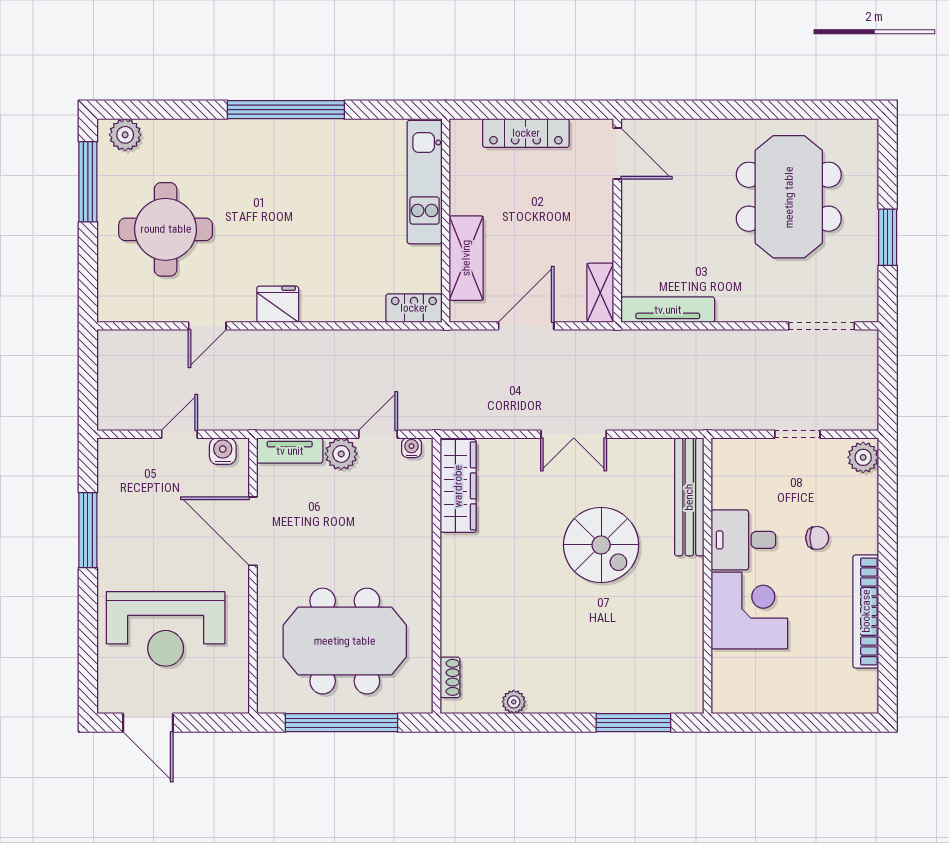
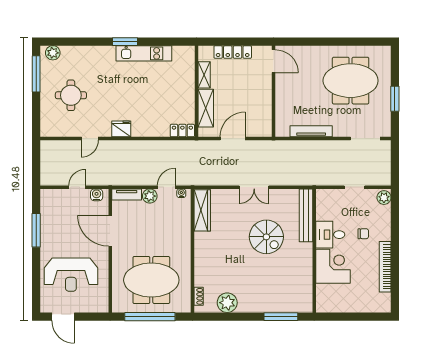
window: (286, 110) -> (125, 42), width x0.47
kitchen unit: (425, 182) -> (144, 53), moved, turned -90
meeting table: (789, 197) -> (351, 81), turned 90
round table: (166, 229) -> (71, 95), width x0.73, depth x0.73
shelving: (600, 293) -> (204, 75), moved
tv unit: (668, 310) -> (311, 131), moved
plant: (514, 702) -> (227, 303), width x1.87, depth x1.87

